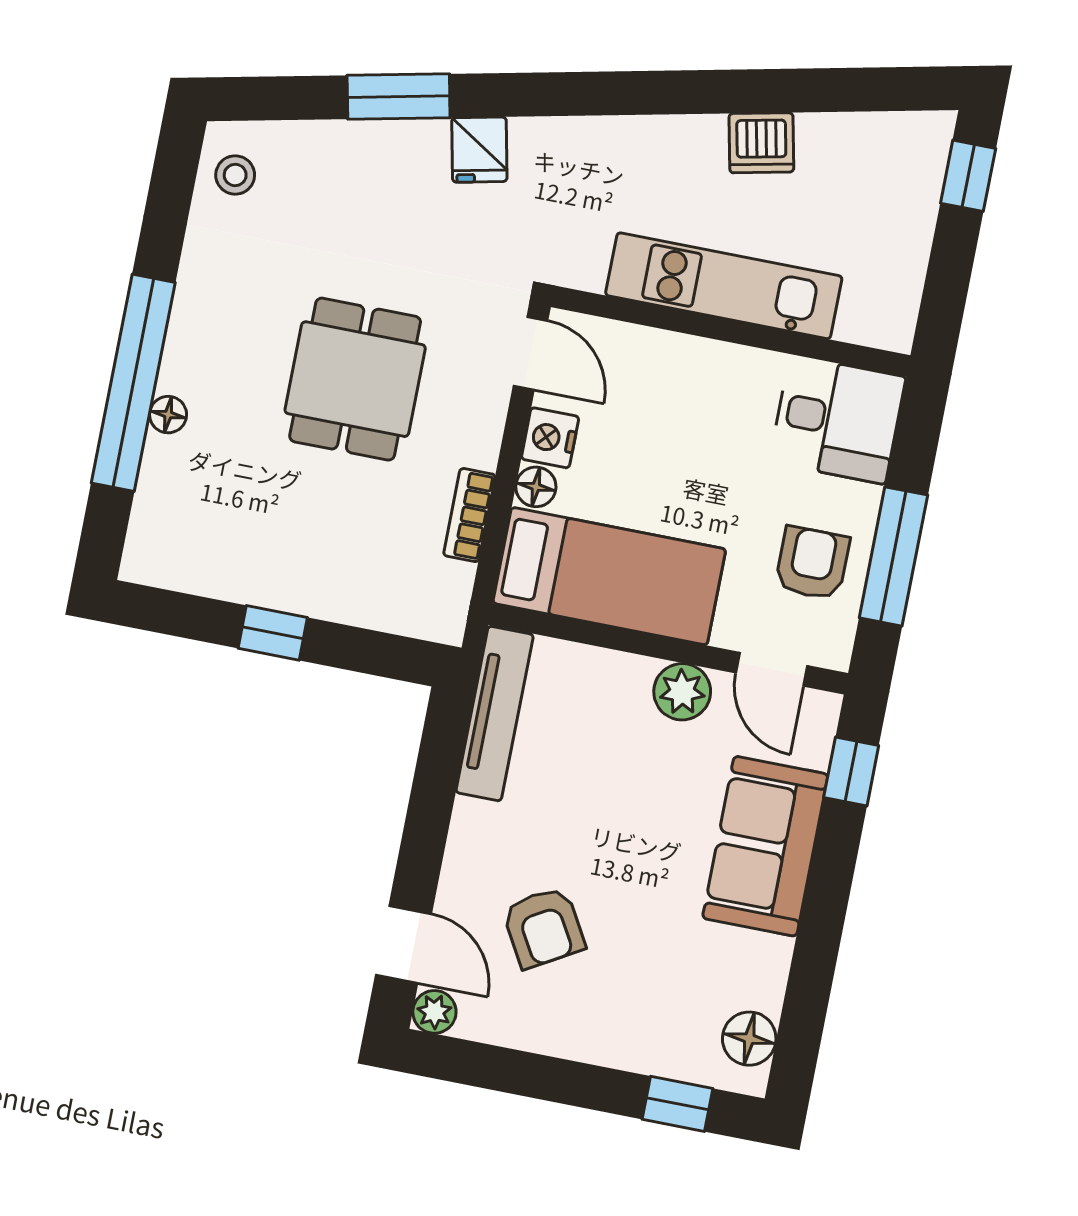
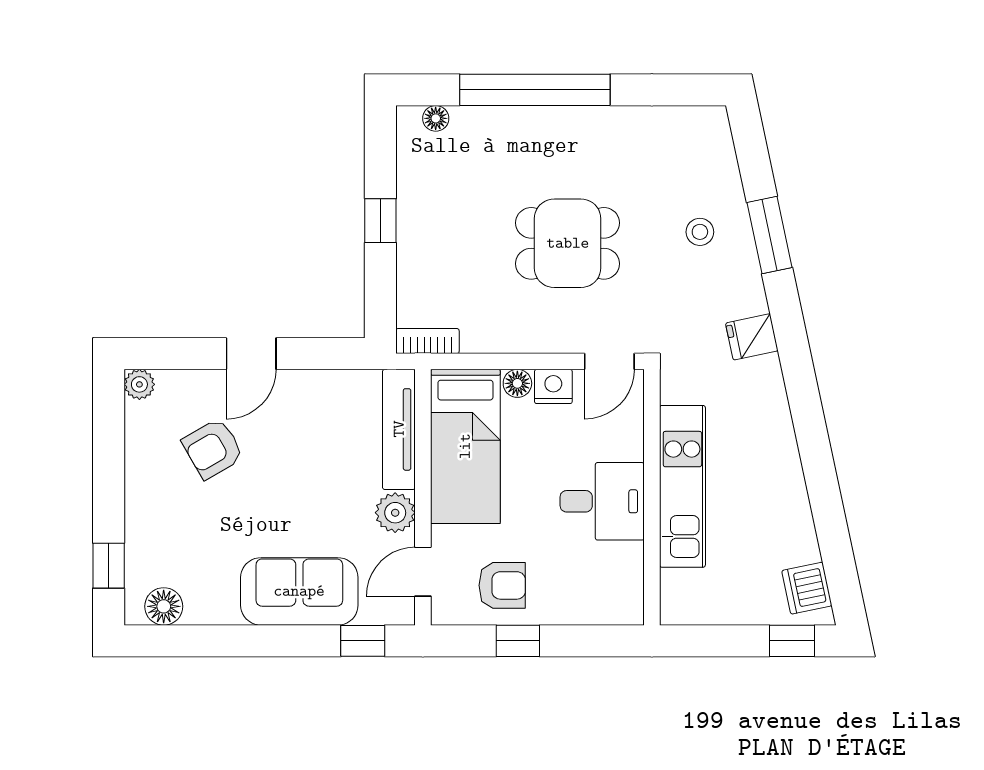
dishwasher: (761, 143) -> (807, 588), moved
fridge: (479, 150) -> (752, 337), moved
stool: (235, 175) -> (700, 232), moved
floor lamp: (168, 415) -> (436, 118), moved
desk: (837, 419) -> (602, 501), moved, turned -90
bookcase: (469, 515) -> (427, 341), moved
window: (893, 556) -> (518, 641), width x0.46
tv unit: (495, 714) -> (399, 429), moved, turned 90
door: (403, 944) -> (251, 354), moved

